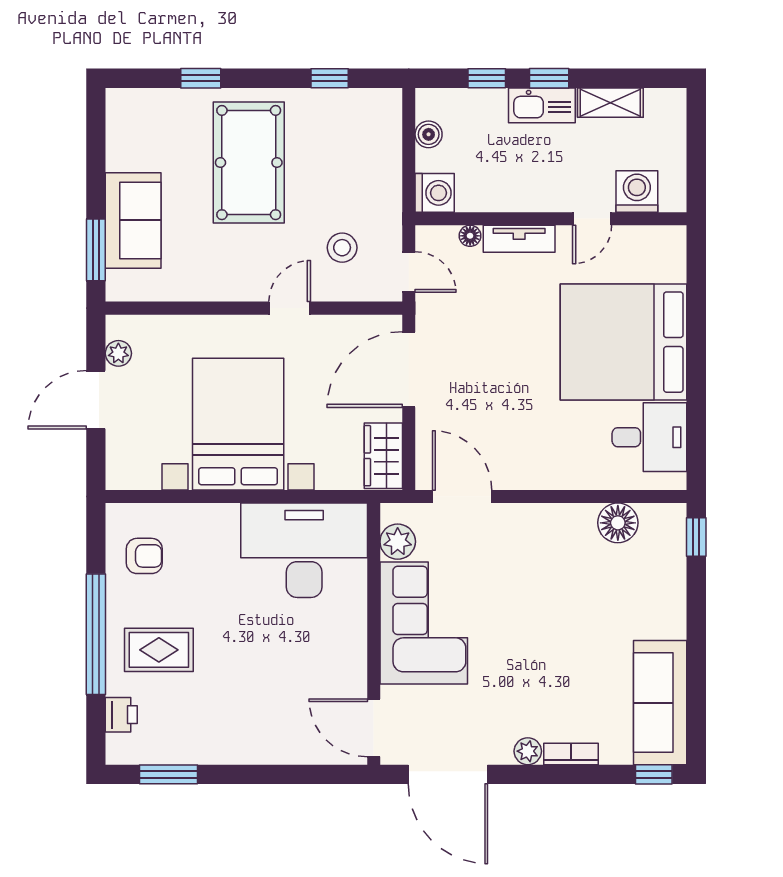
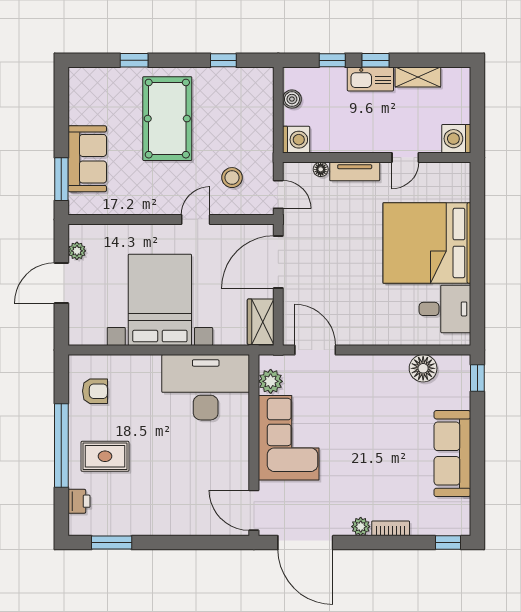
washing machine: (637, 192) -> (456, 139), moved, turned -90
sofa: (660, 703) -> (452, 454), moved

